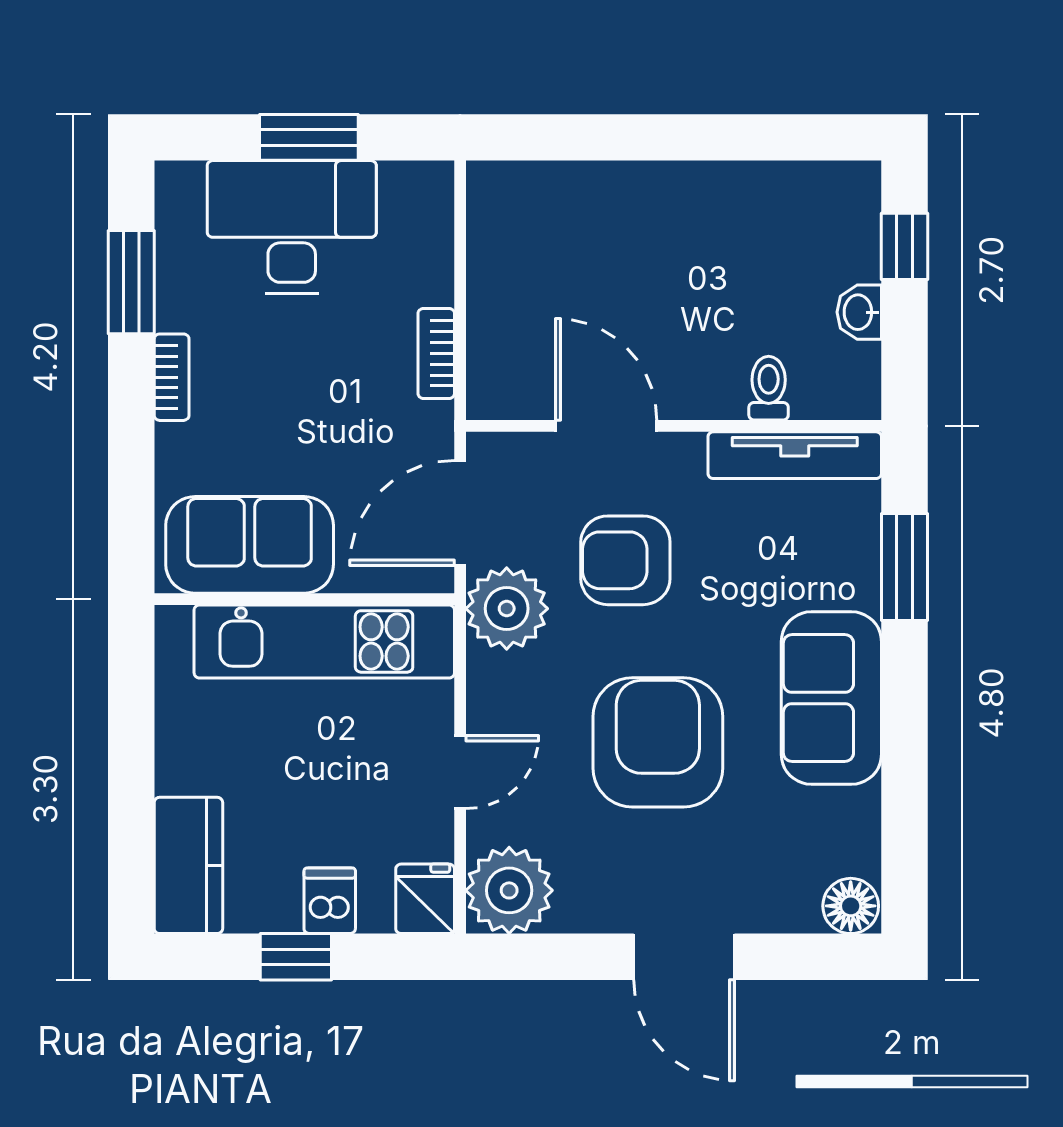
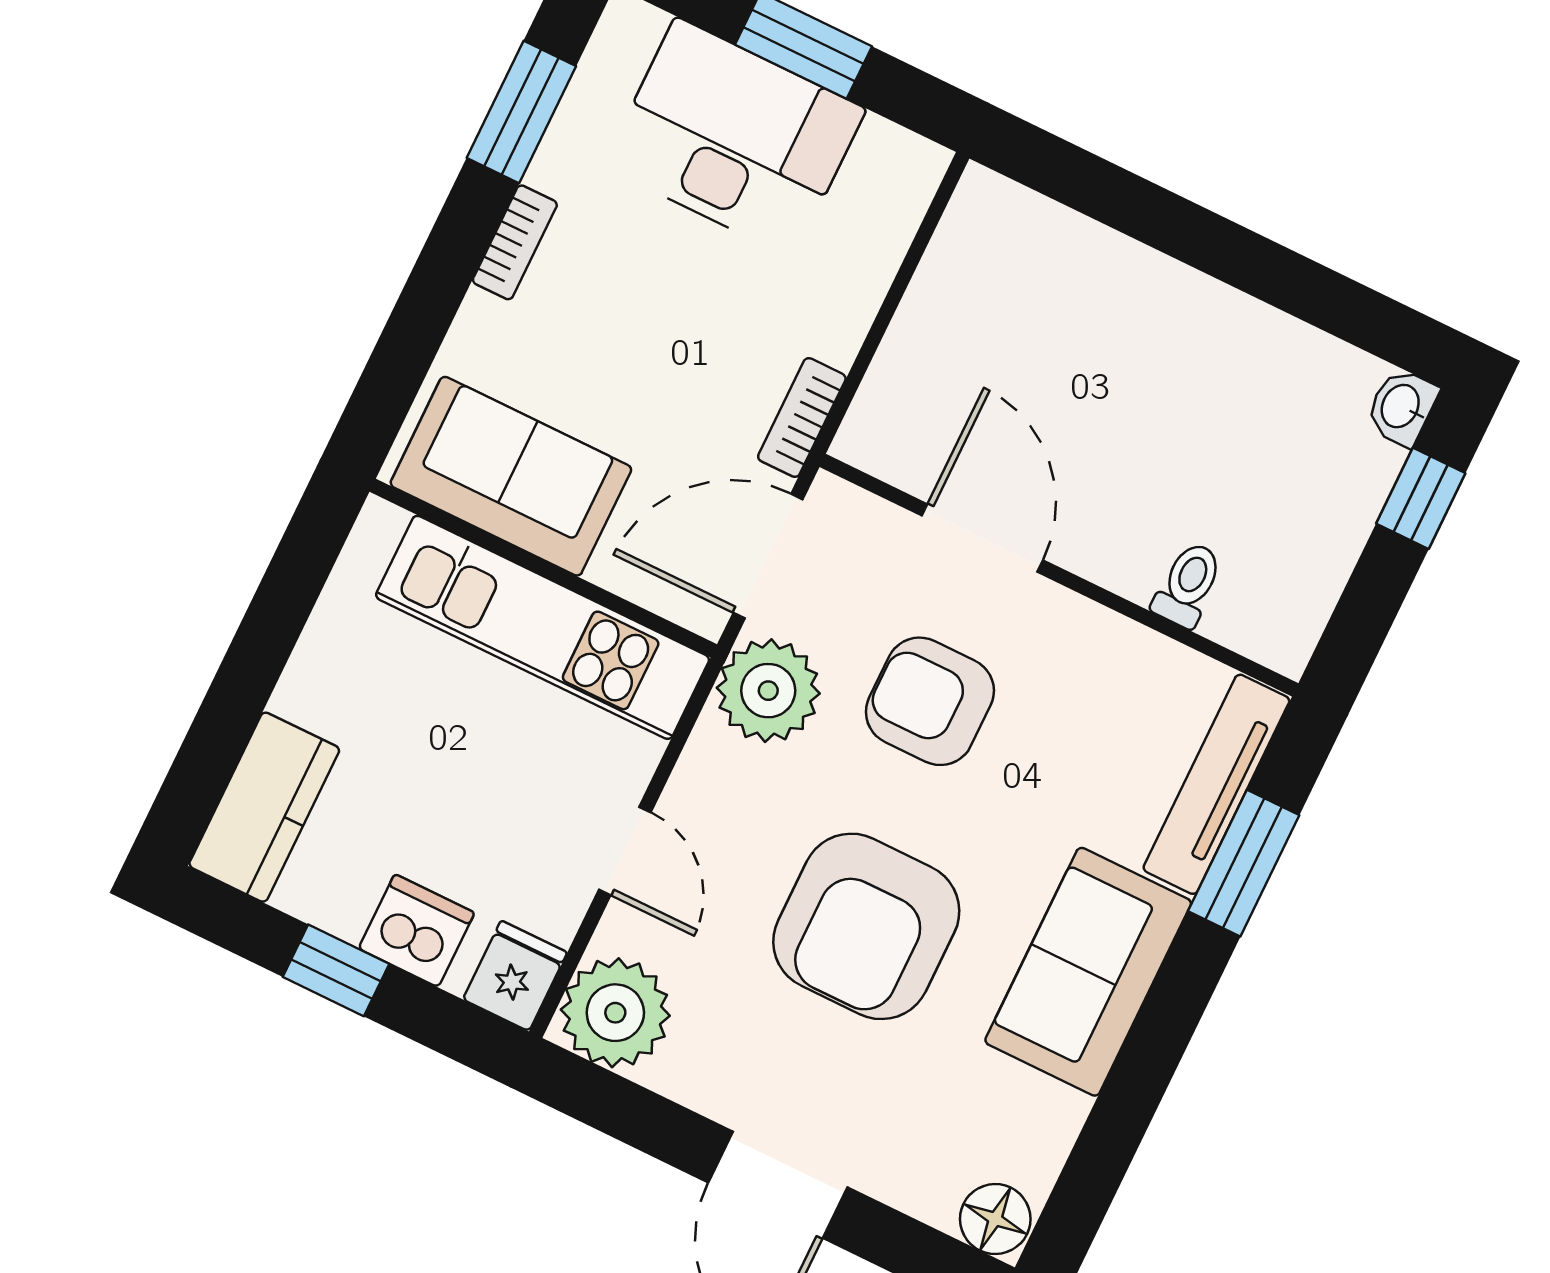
washbasin: (859, 312) -> (1402, 407), moved
bookcase: (436, 353) -> (802, 418), moved
tv unit: (795, 455) -> (1216, 784), moved, turned 90
armchair: (658, 742) -> (866, 926), turned 180
door: (460, 772) -> (625, 851), hinge flipped
dishwasher: (330, 901) -> (417, 931), width x1.38

